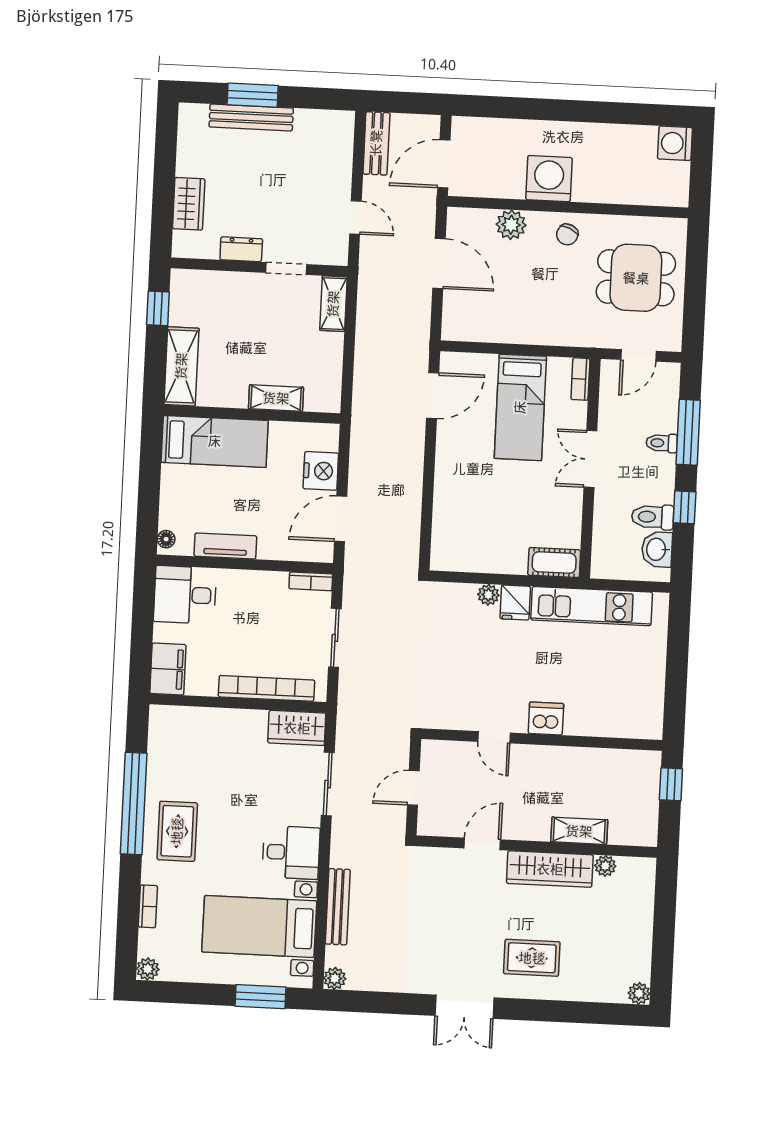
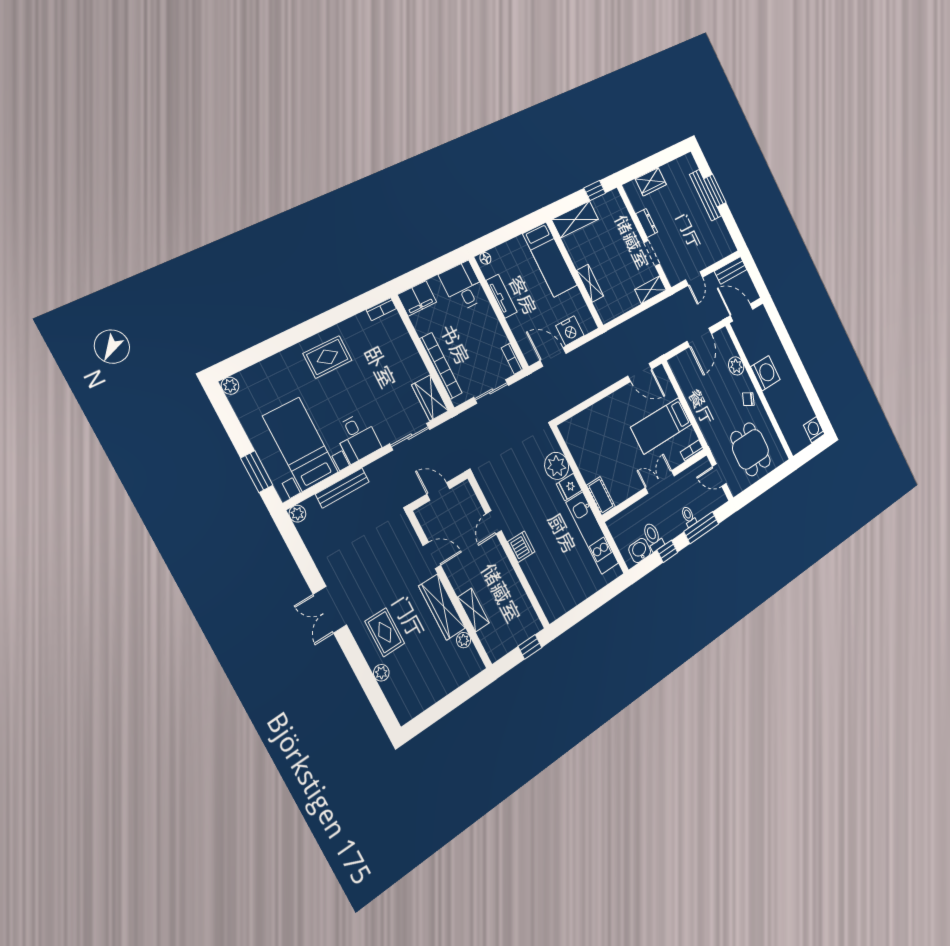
plant: (488, 595) -> (557, 466), width x1.88, depth x1.88
window: (134, 804) -> (328, 319), removed
bookcase: (148, 906) -> (381, 309), moved
plant: (639, 993) -> (381, 673), moved

